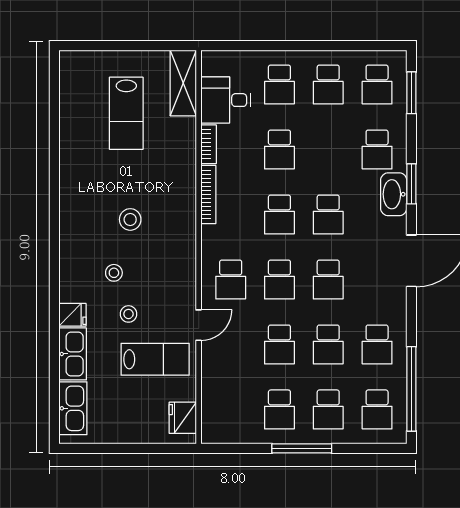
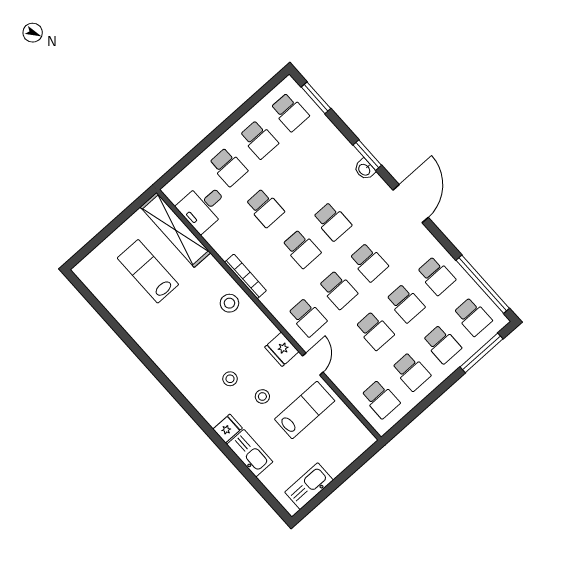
shelving: (183, 83) -> (175, 230), width x1.47
lab bench: (126, 113) -> (148, 271), turned 180
bookcase: (209, 144) -> (217, 244), removed
school desk: (377, 149) -> (381, 399), moved
washbasin: (394, 194) -> (365, 169), width x0.52, depth x0.69
stool: (130, 219) -> (229, 303), moved
kitchen sink: (73, 408) -> (309, 486), moved, turned -90
fridge: (183, 418) -> (282, 349), moved
window: (302, 448) -> (481, 353), moved

